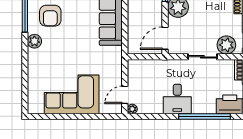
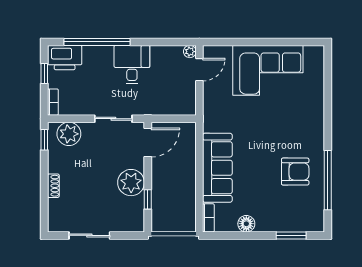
armchair: (50, 16) -> (295, 172), turned 90
plant: (34, 41) -> (316, 139), removed
sliding door: (202, 57) -> (113, 119), moved

